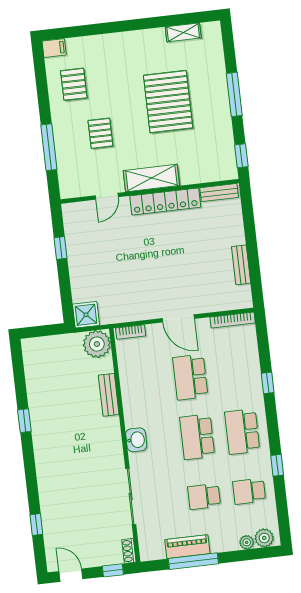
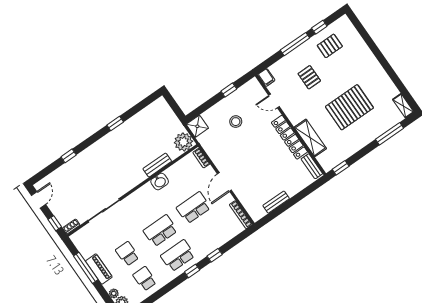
shelving: (183, 32) -> (403, 106), moved
filing cabinet: (54, 48) -> (266, 78), moved
window: (42, 85) -> (319, 27), added
window: (234, 94) -> (390, 134), moved
pallet: (100, 133) -> (309, 77), turned 90
window: (49, 147) -> (295, 44), moved
shelving: (151, 178) -> (310, 138), moved
stool: (107, 261) -> (236, 122), added
washbasin: (136, 440) -> (160, 182), moved
window: (277, 465) -> (192, 271), moved
window: (36, 524) -> (69, 156), moved
piano: (187, 547) -> (99, 269), moved

